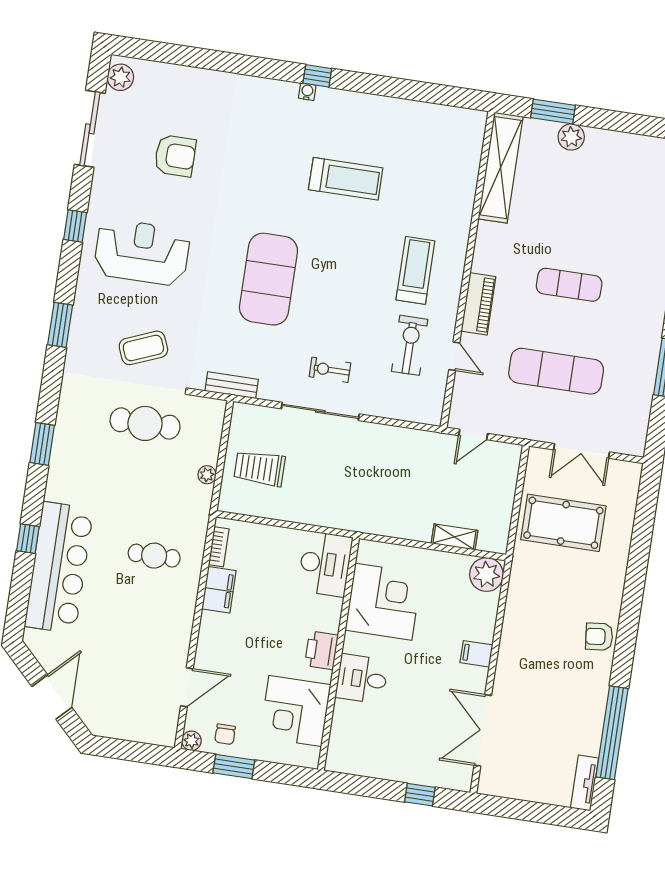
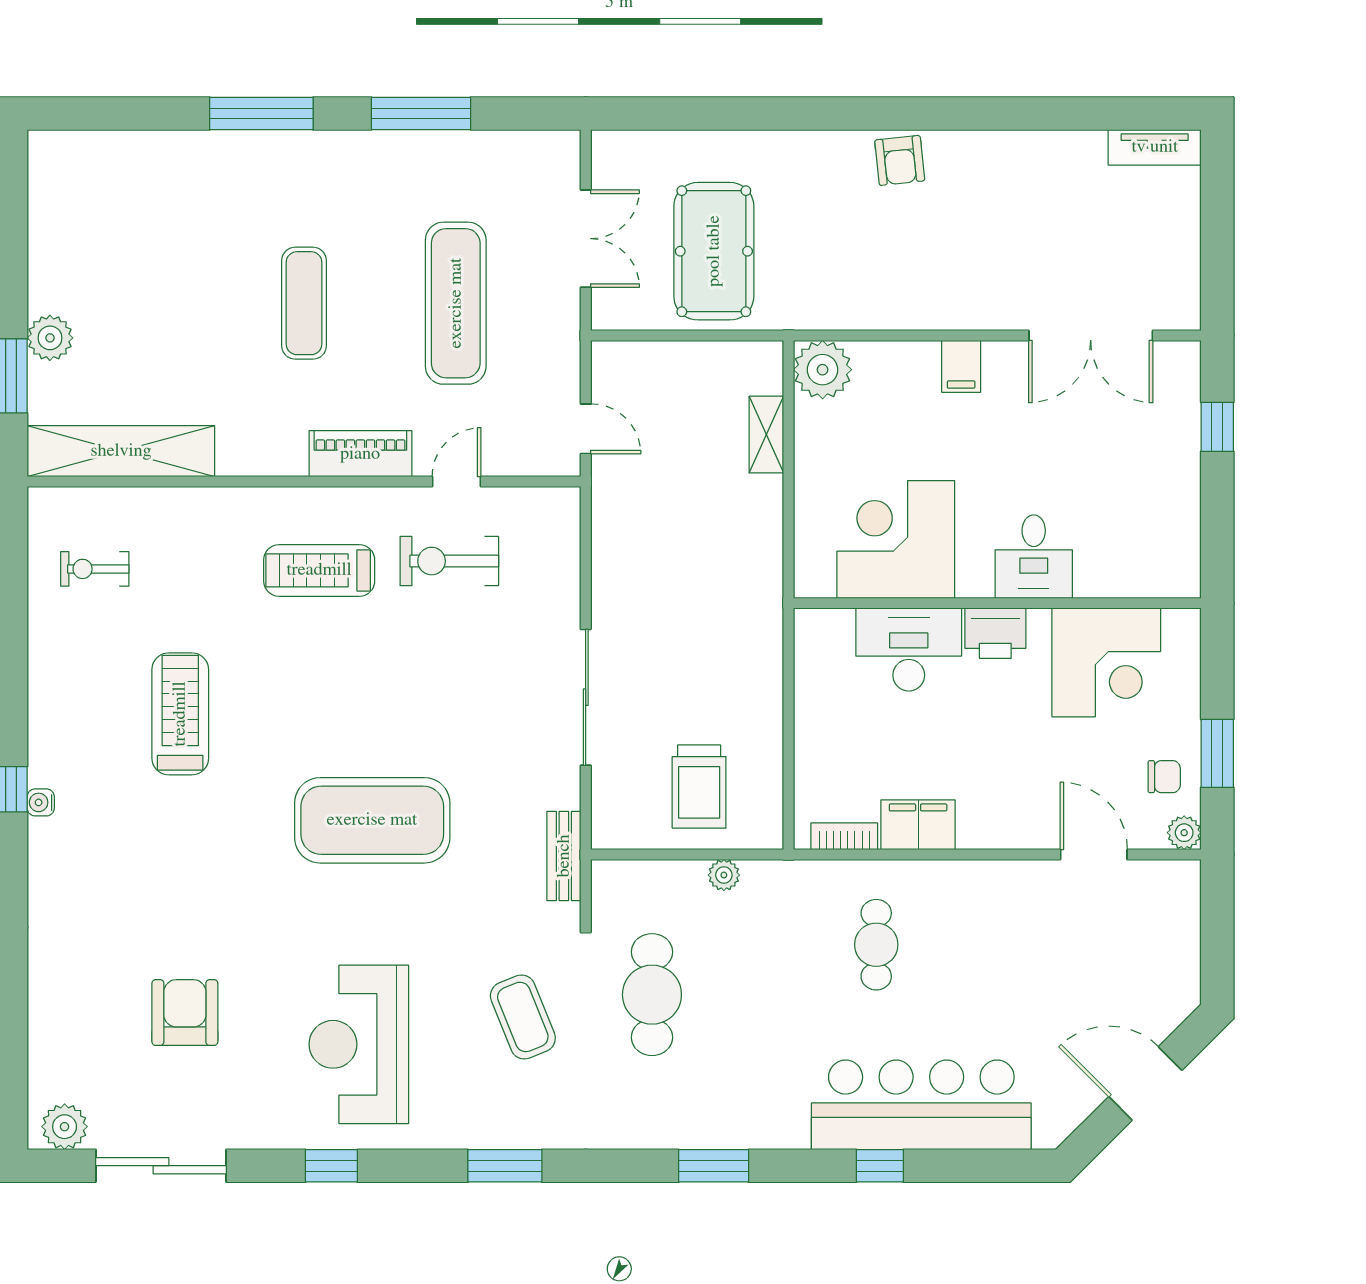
exercise bike: (330, 370) -> (95, 569), moved, turned 90
desk: (325, 564) -> (909, 649), moved
window: (612, 733) -> (1061, 113), removed

